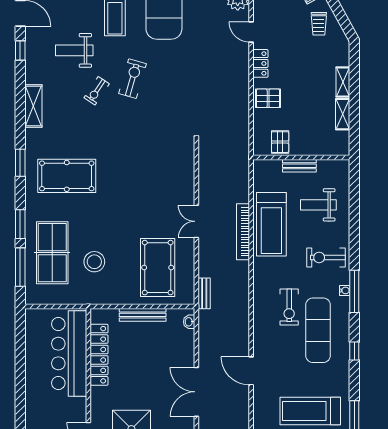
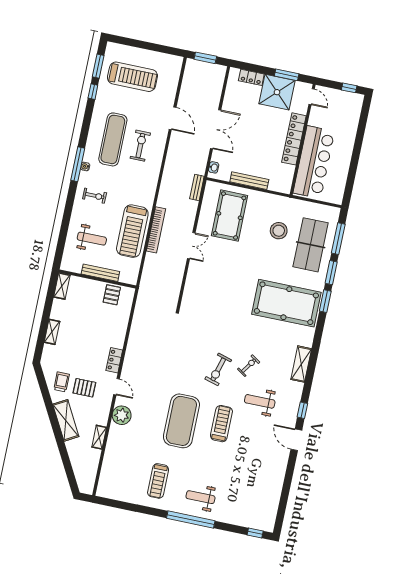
weight bench: (74, 50) -> (260, 401), turned 180
pallet: (268, 98) -> (84, 388), moved
shelving: (343, 114) -> (62, 286), moved
window: (20, 163) -> (325, 301), moved
bench: (299, 166) -> (100, 273), width x1.36
pool table: (67, 176) -> (286, 303), width x1.36, depth x1.32
treadmill: (271, 224) -> (132, 231), turned 180
exercise bike: (326, 257) -> (95, 196), width x0.73, depth x0.72
exercise bike: (289, 307) -> (140, 146), moved
window: (354, 351) -> (93, 92), moved
locker: (99, 355) -> (294, 139), moved
double door: (196, 392) -> (216, 129), moved

